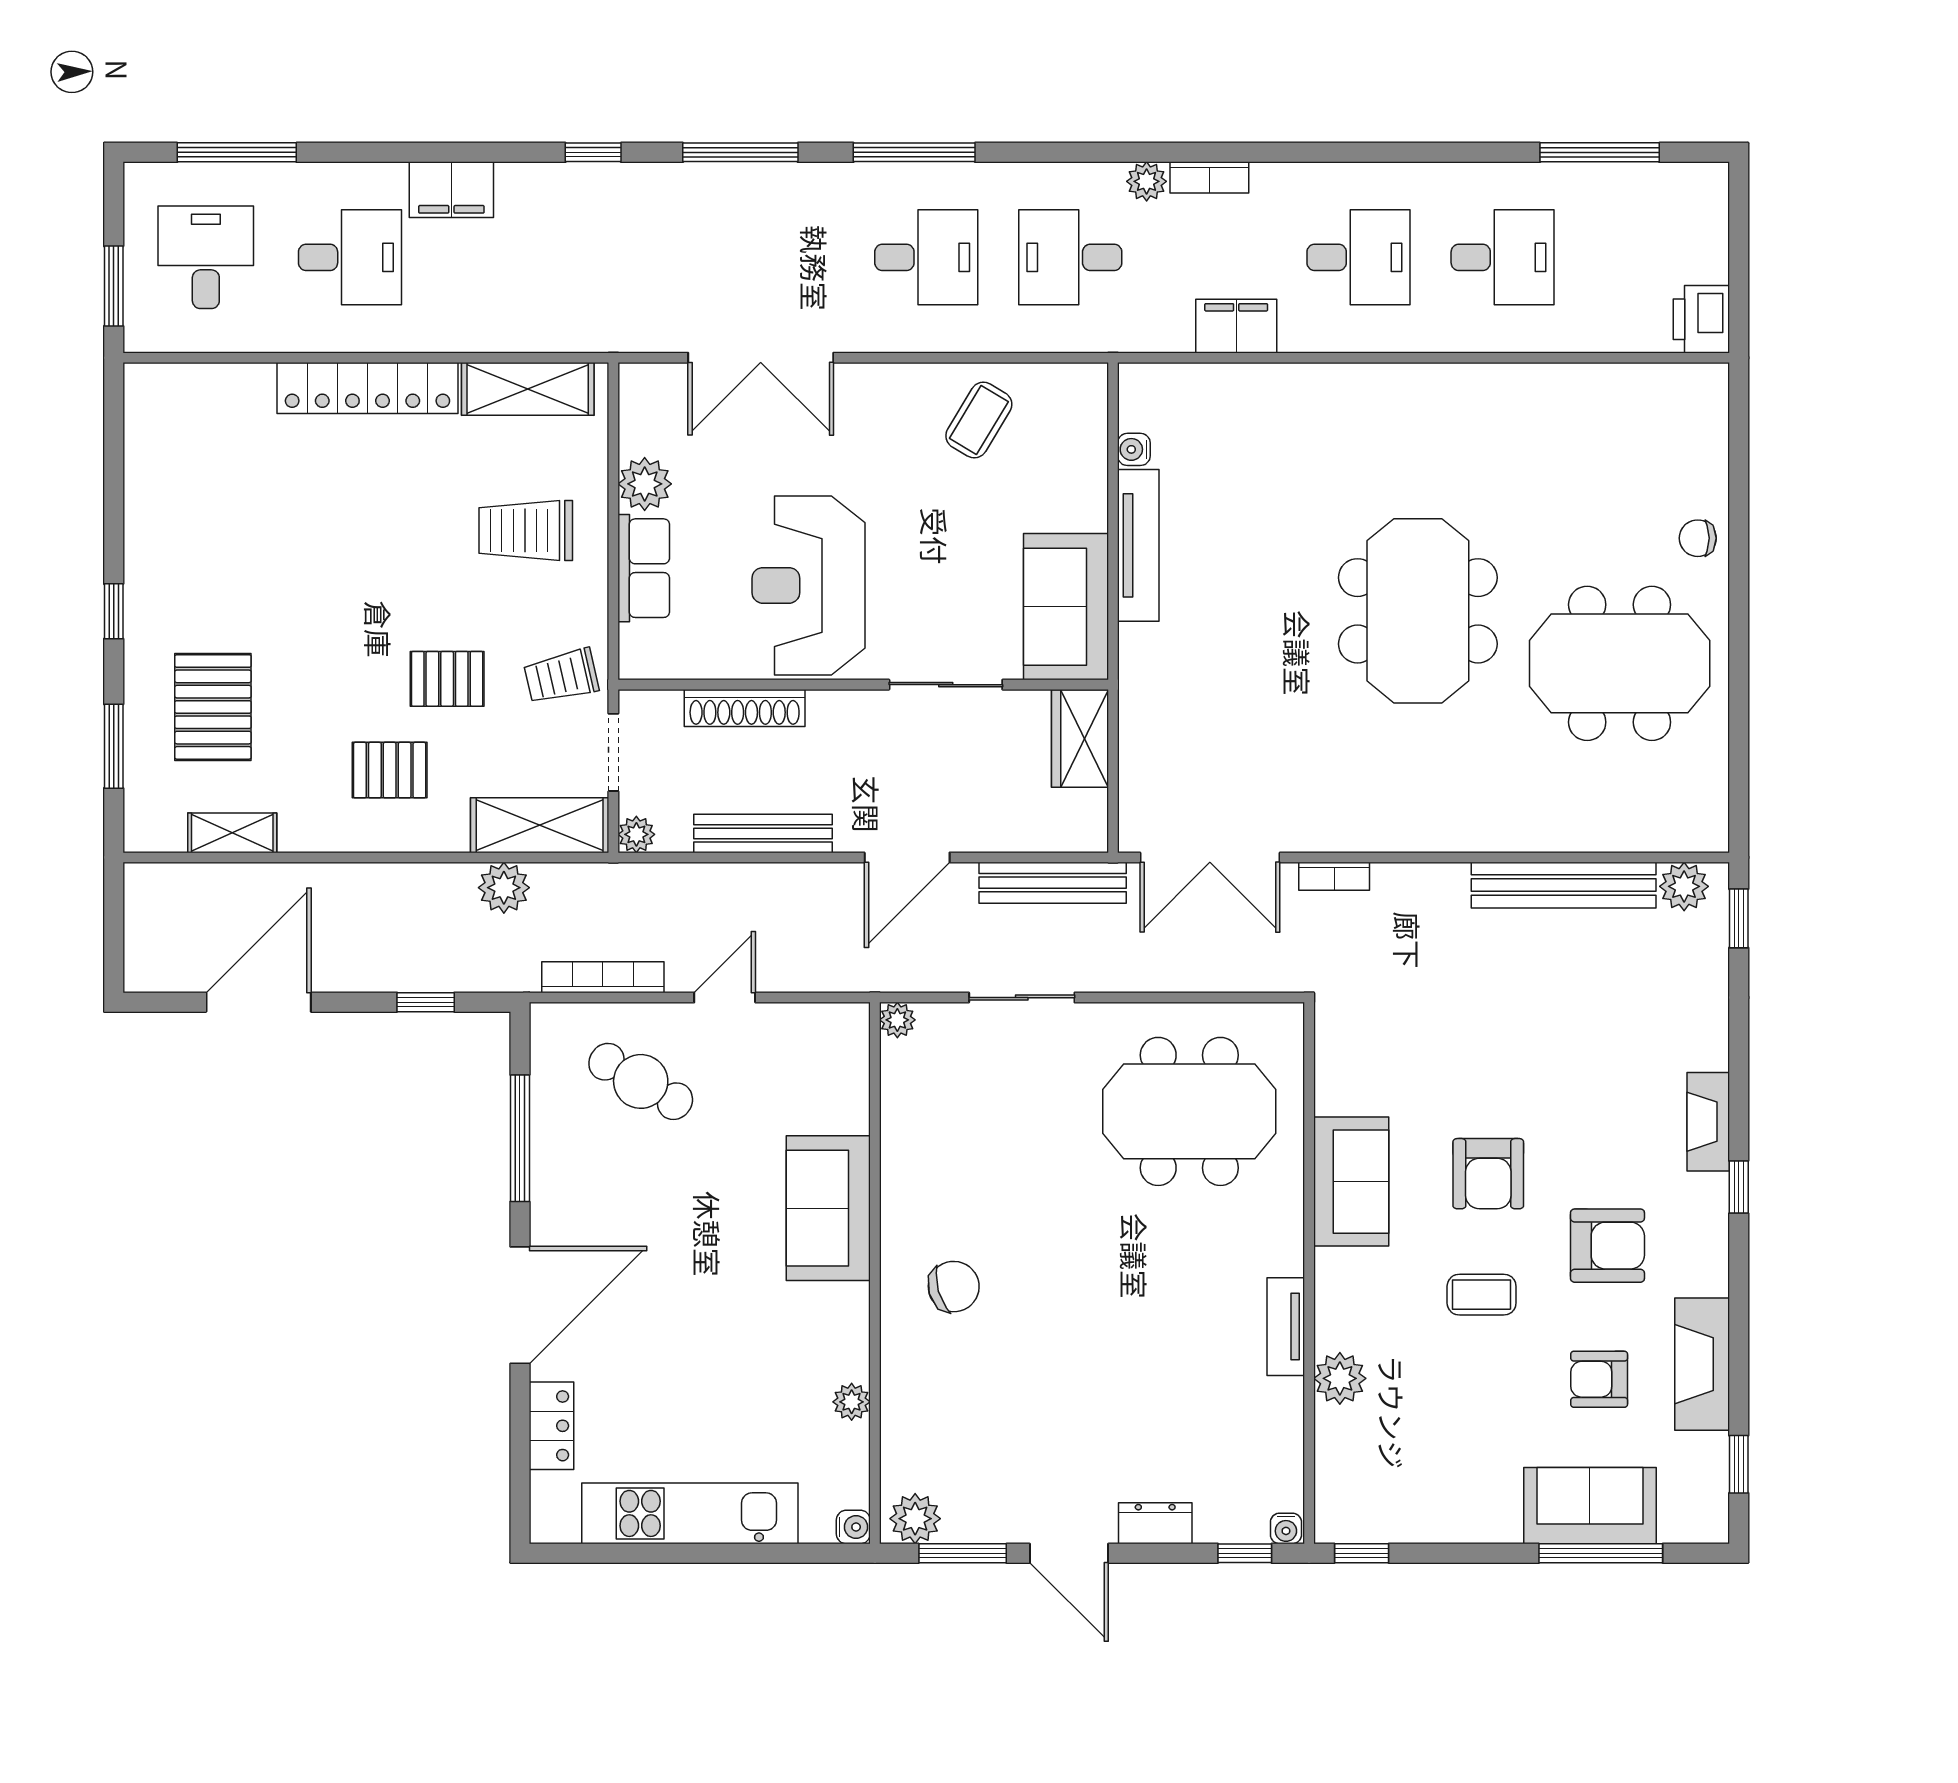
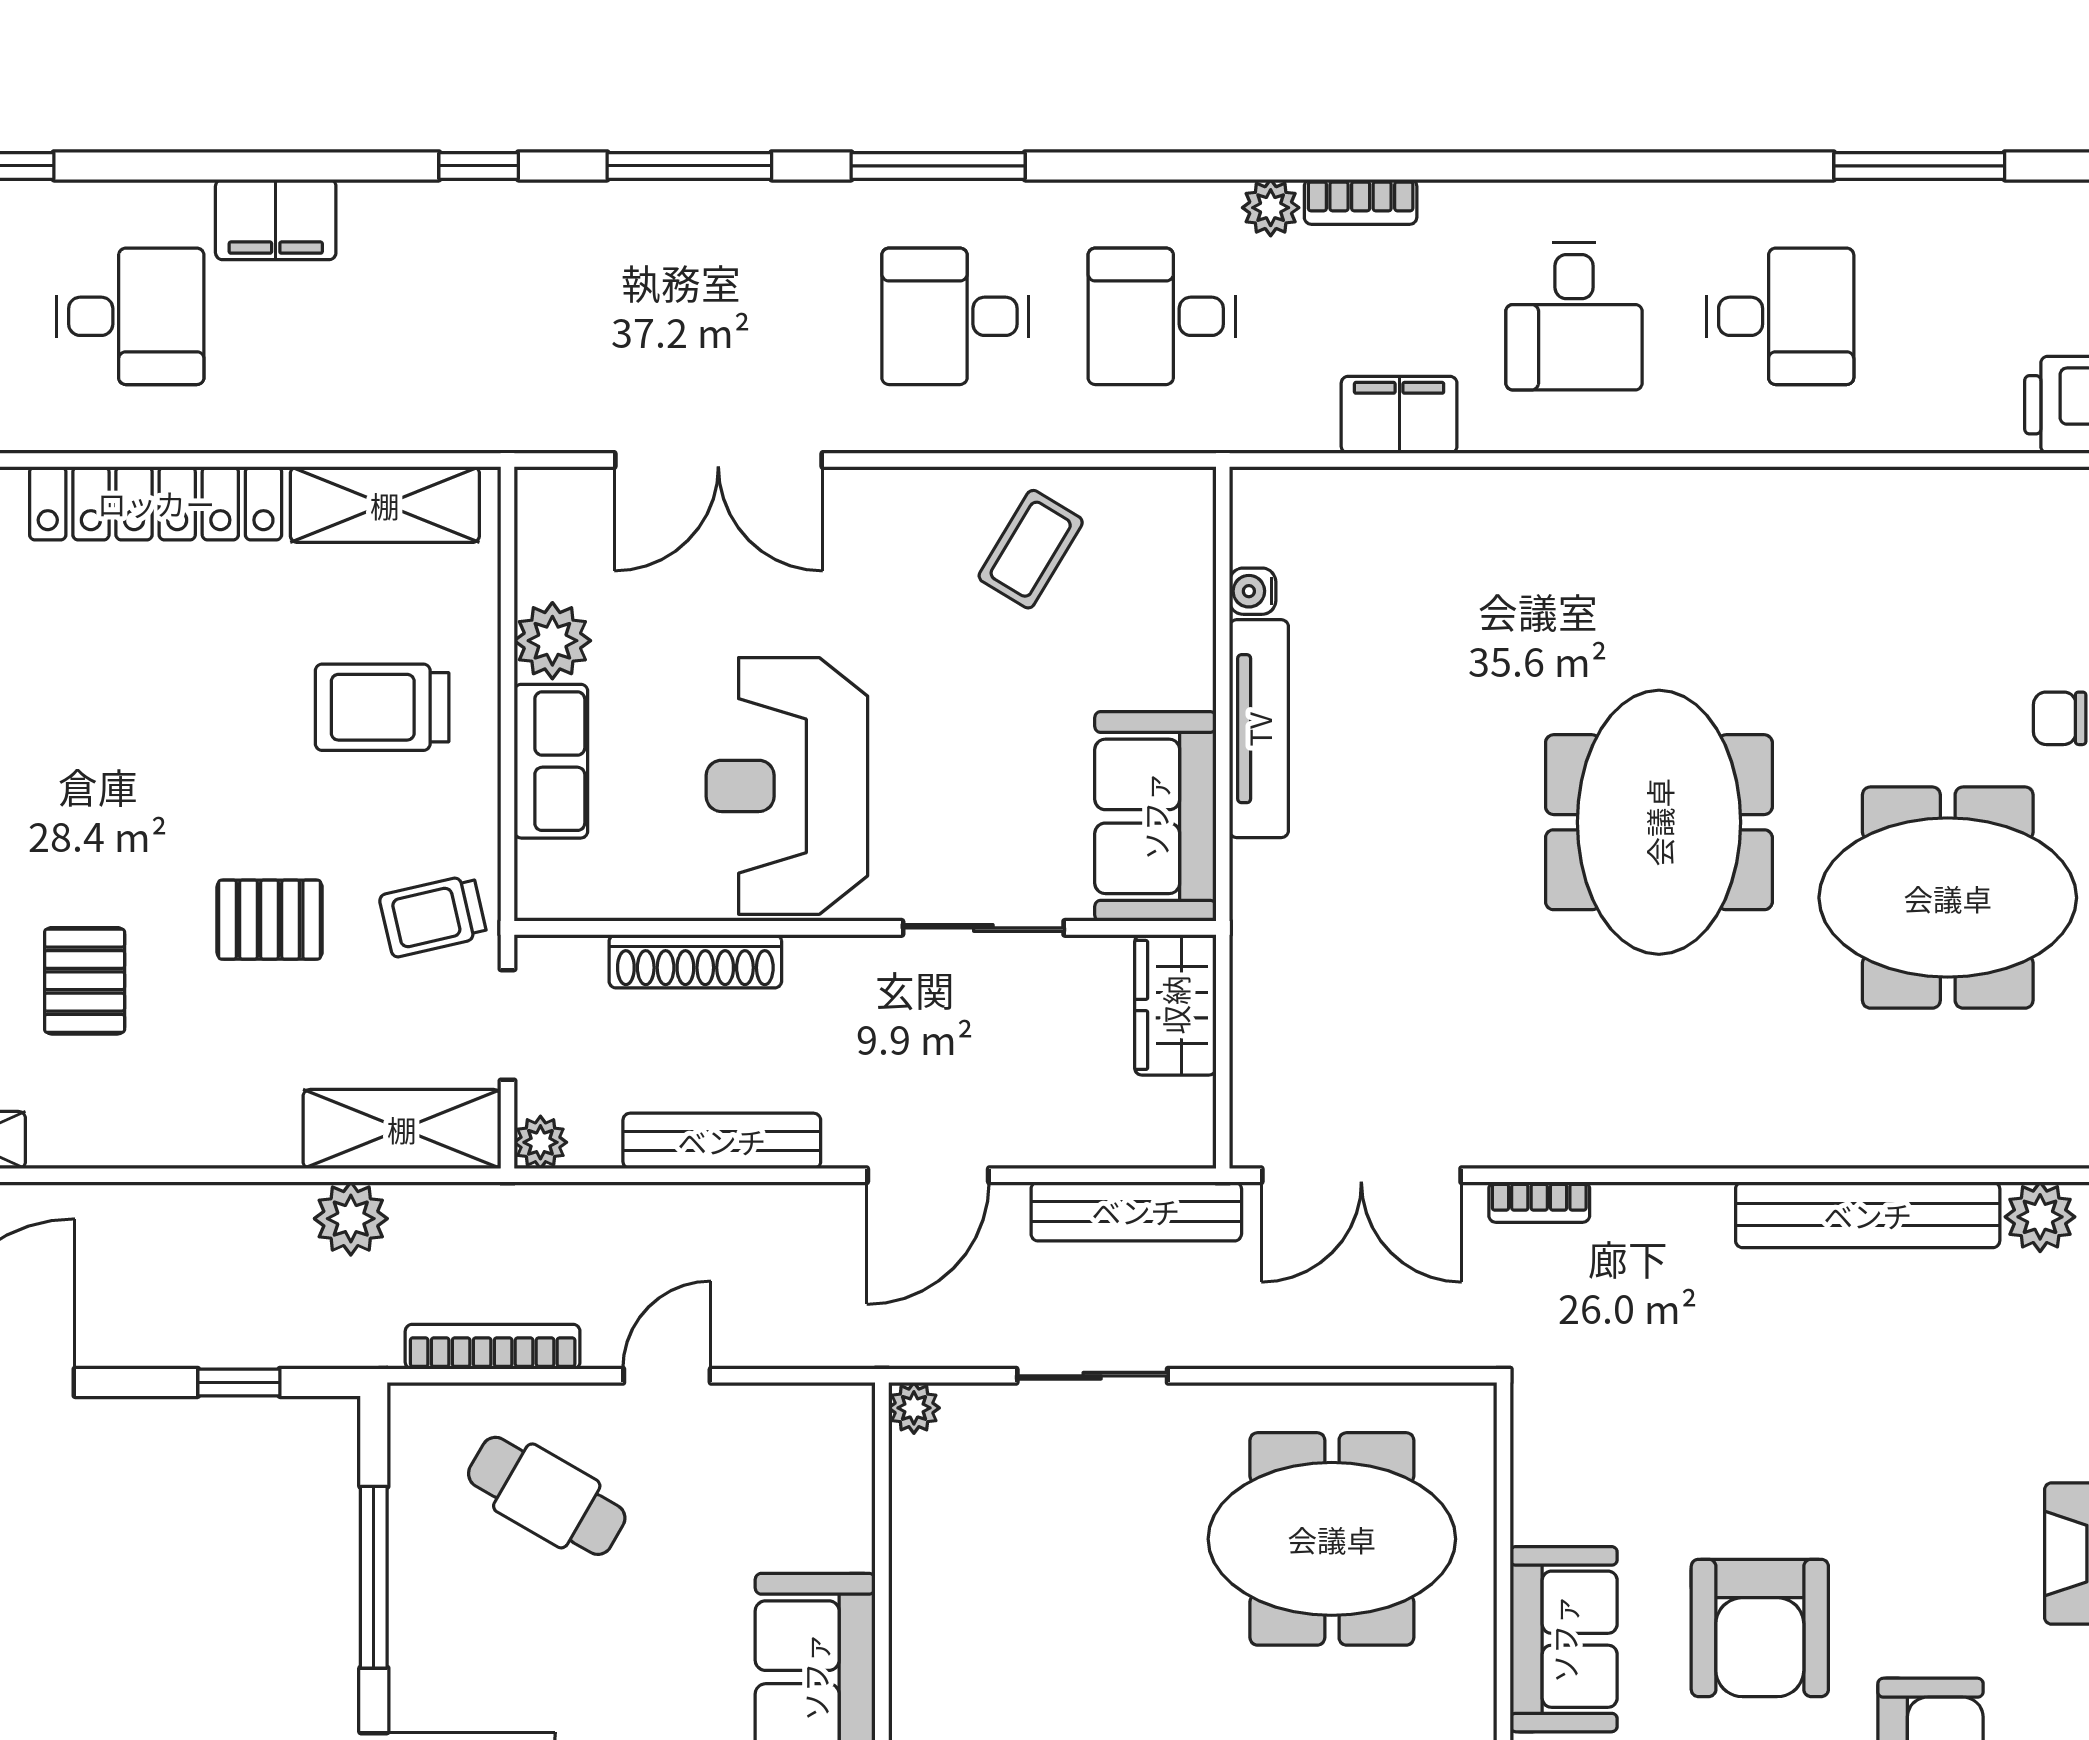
desk: (926, 257) -> (955, 316), turned 180
desk: (1358, 257) -> (1574, 316), turned 90
pallet: (390, 770) -> (85, 981), moved, turned 90
armchair: (1488, 1174) -> (1760, 1628), width x1.36, depth x1.36

